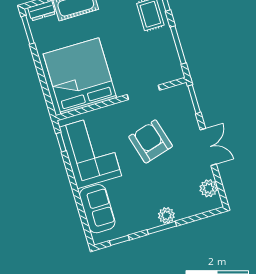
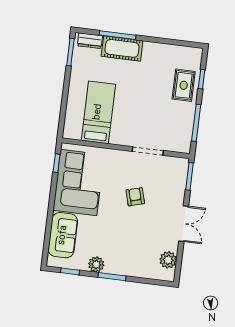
bed: (80, 76) -> (98, 112), width x0.49
armchair: (151, 141) -> (135, 197), width x0.53, depth x0.53
plant: (166, 215) -> (96, 264), moved

